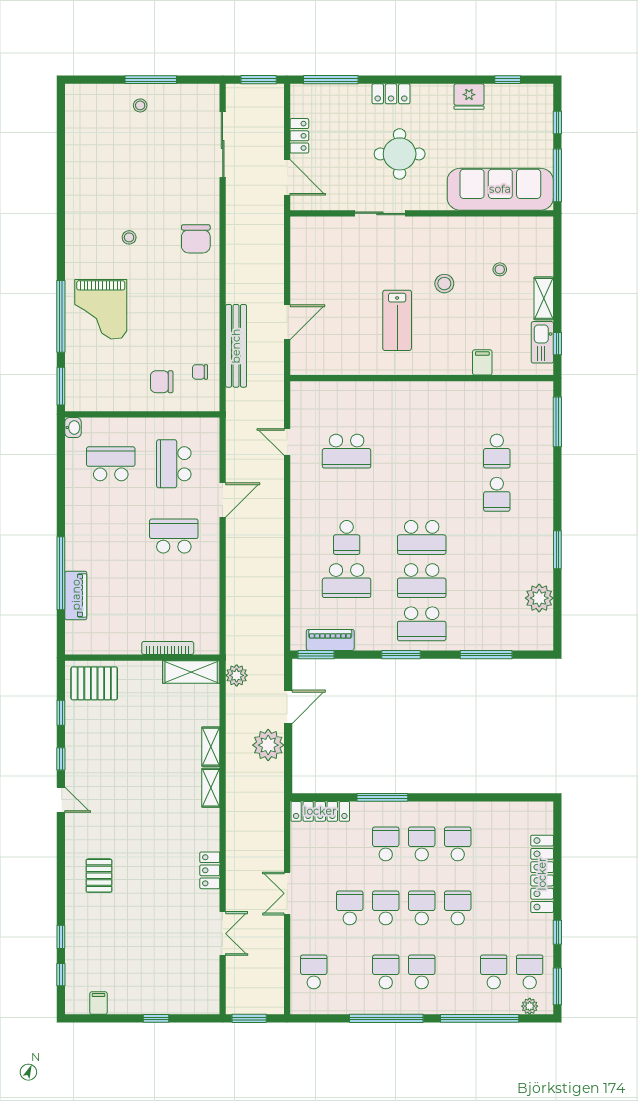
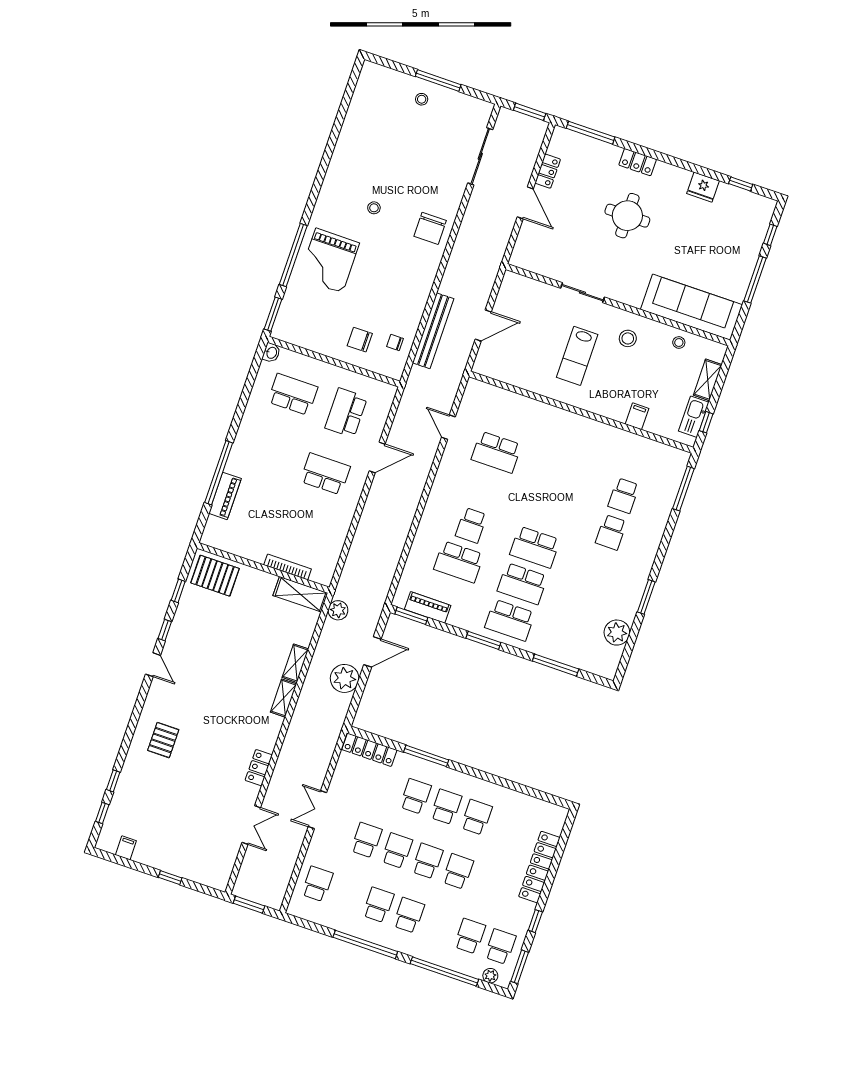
sofa: (500, 189) -> (691, 307), moved
sliding door: (380, 213) -> (582, 293), moved
wall: (422, 213) -> (618, 305), moved

